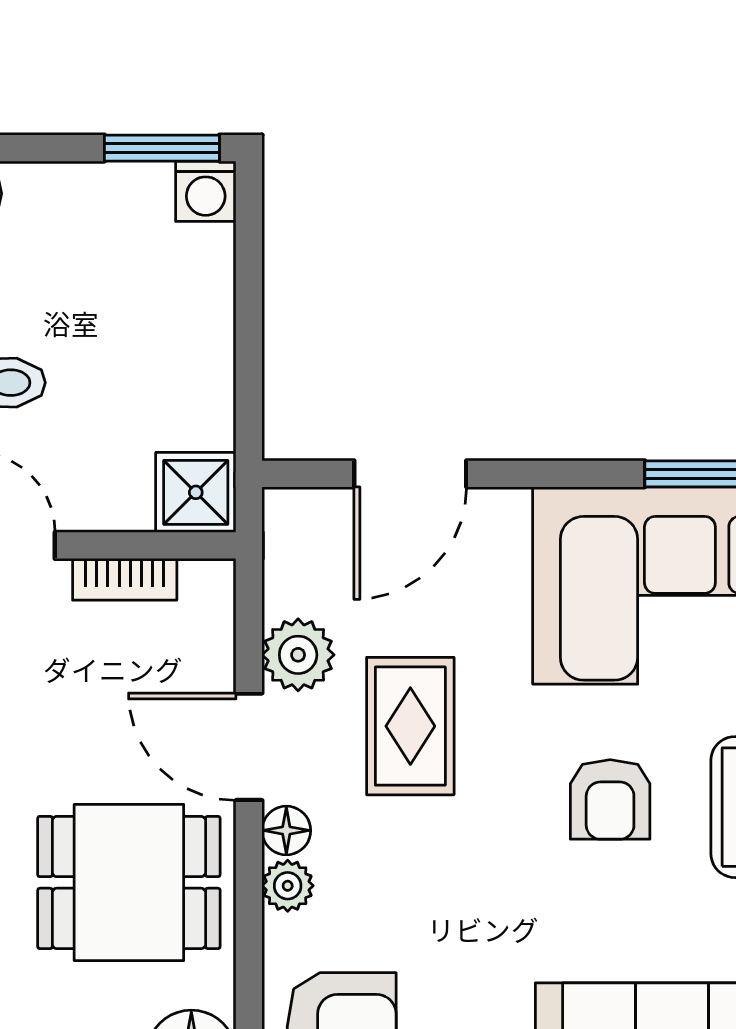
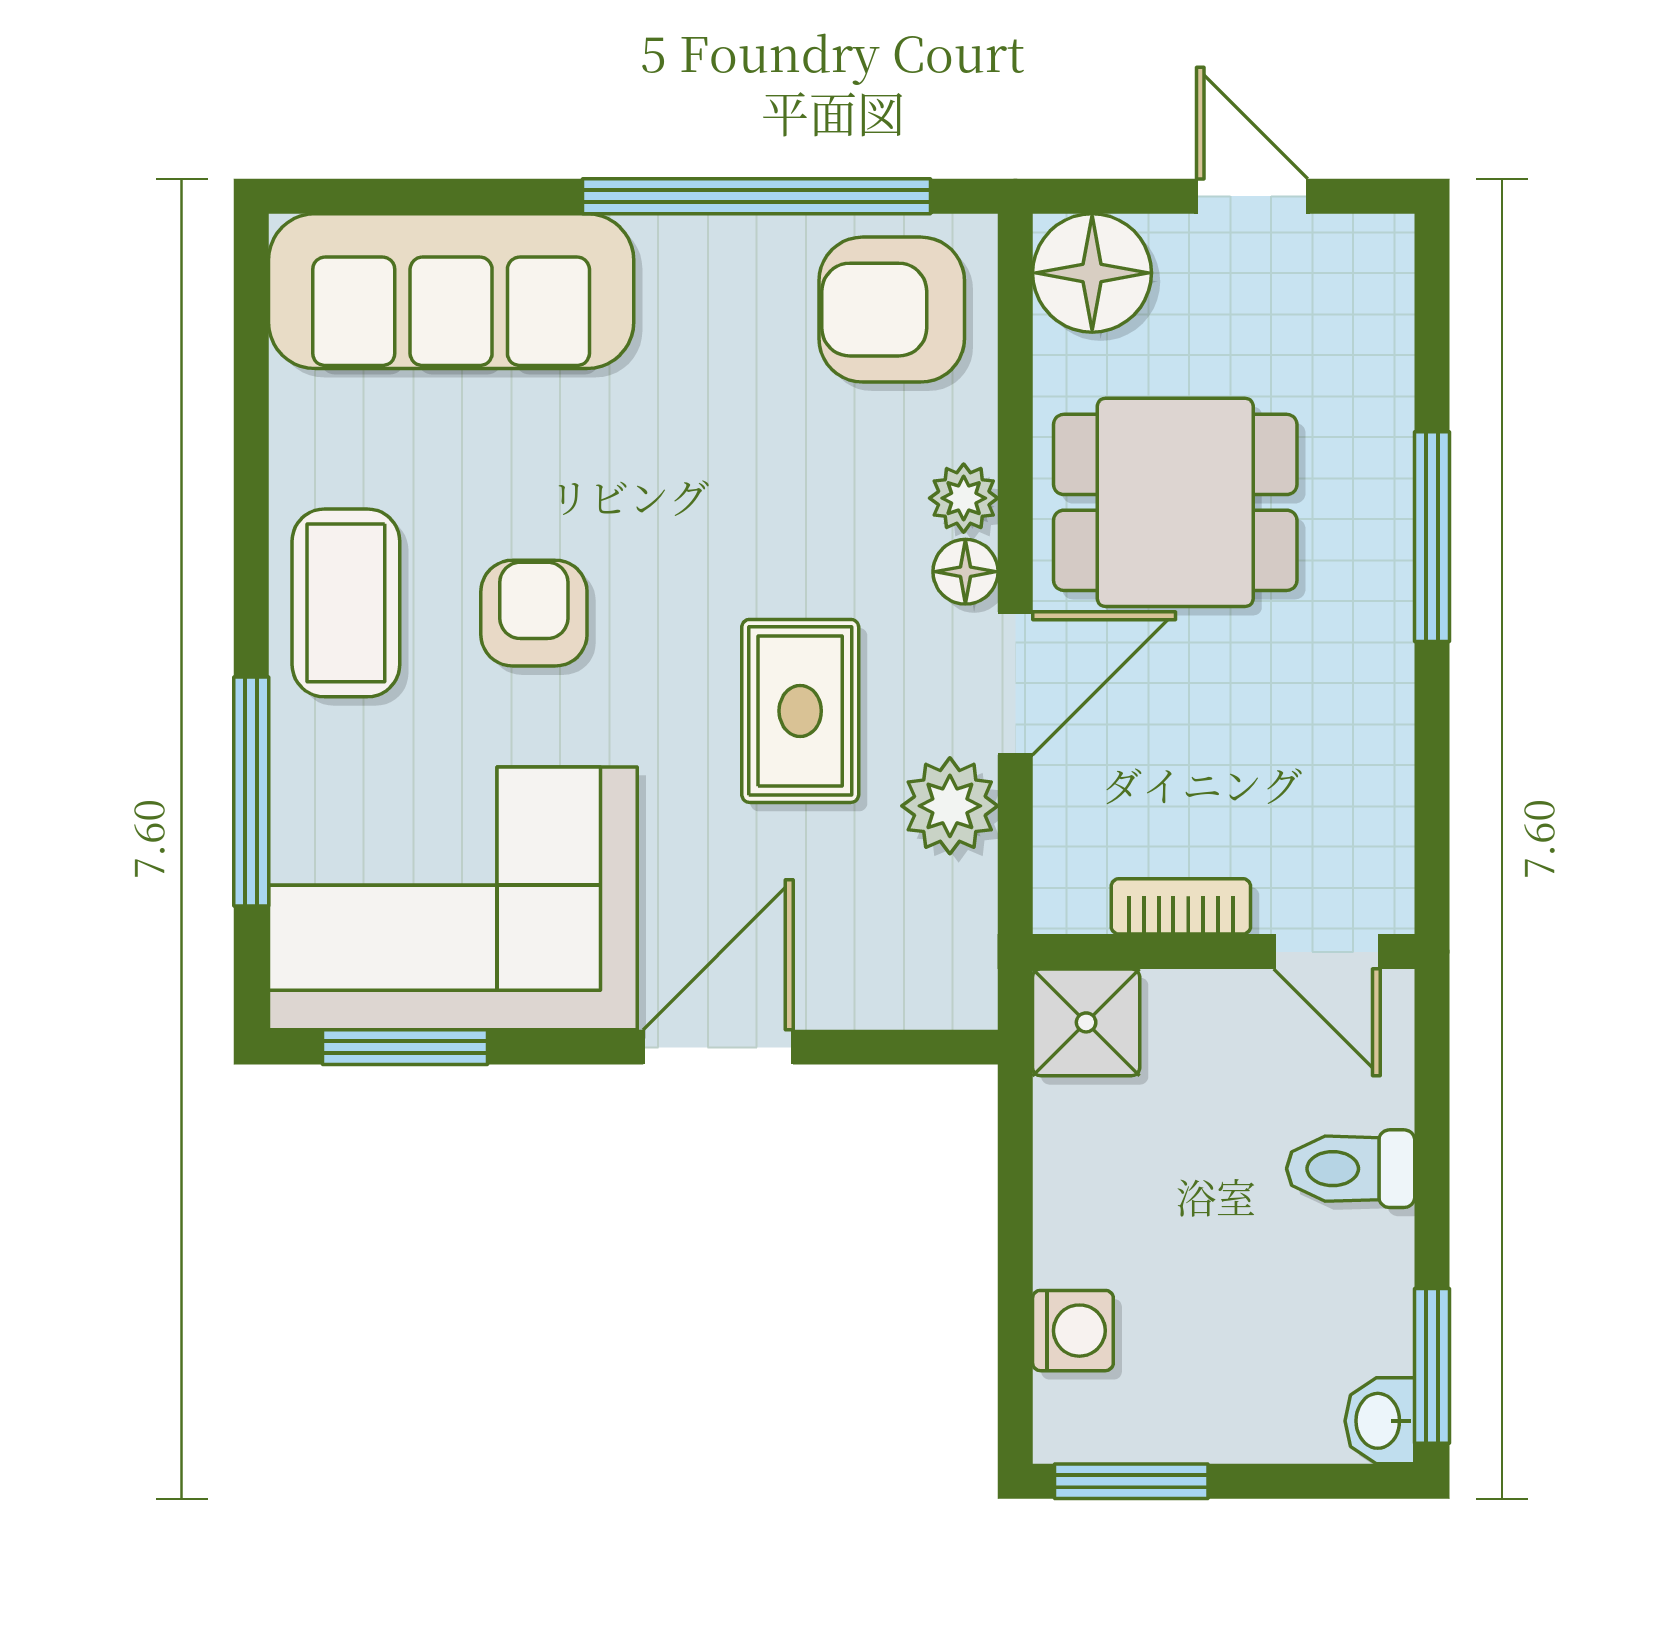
washing machine: (206, 191) -> (1073, 1331), moved, turned 90
door: (410, 474) -> (718, 1047), moved
door: (249, 747) -> (1015, 683), hinge flipped

